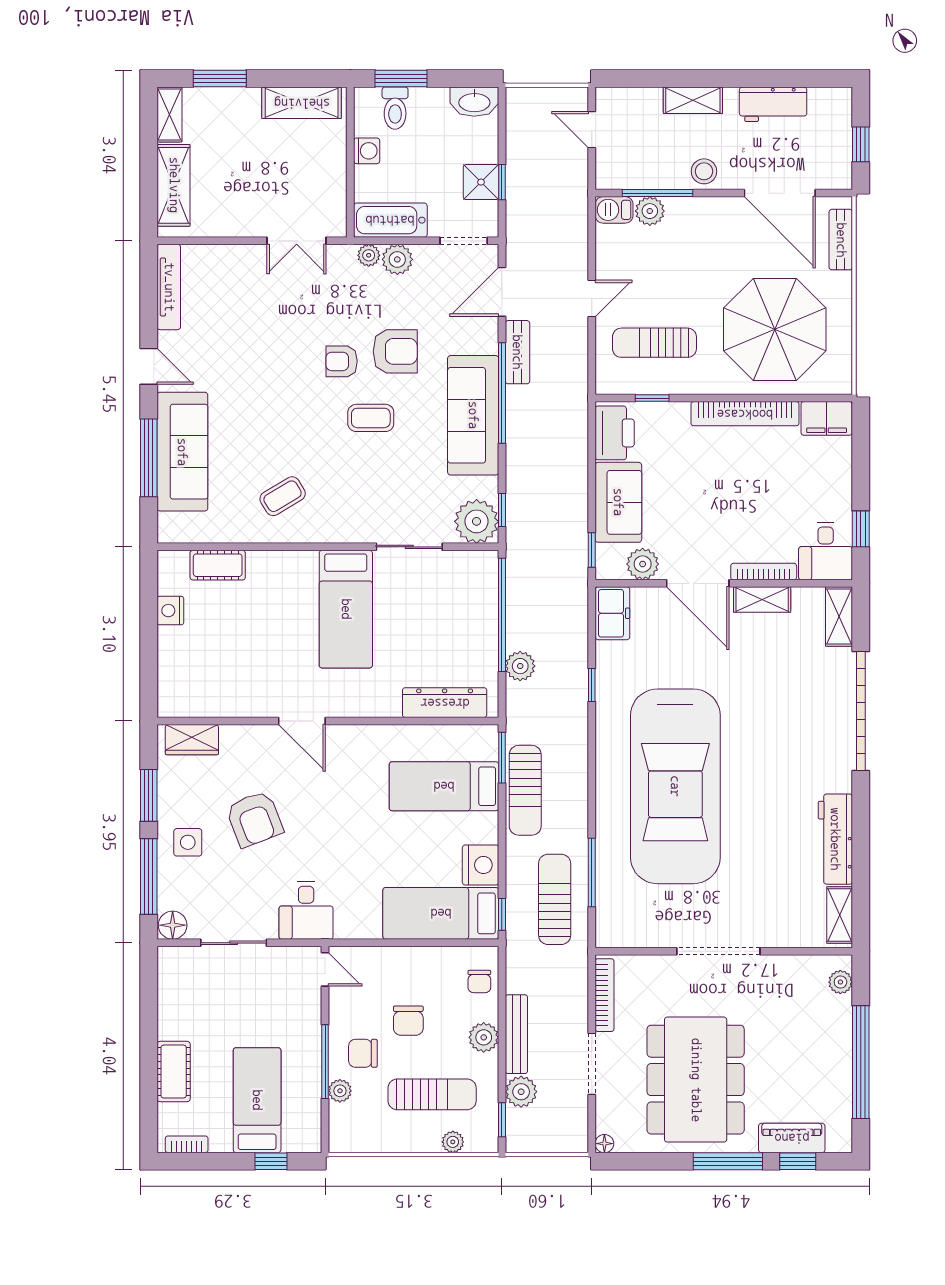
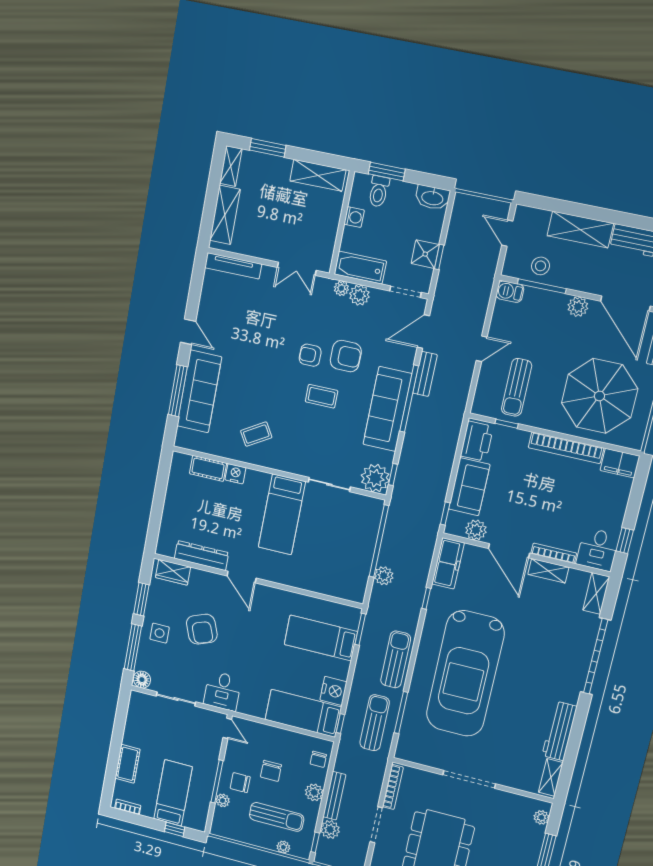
shelving: (693, 100) -> (580, 229), width x1.50, depth x1.33
stool: (704, 171) -> (541, 266), moved
plant: (650, 211) -> (578, 307), moved
tv unit: (169, 287) -> (233, 266), moved, turned 90
sun lounger: (654, 343) -> (517, 387), turned -90
nightstand: (170, 611) -> (235, 474), moved, turned 90
freezer: (612, 613) -> (448, 563), width x1.40
dresser: (445, 703) -> (201, 556), moved
sun lounger: (525, 790) -> (396, 659), moved, turned 180

